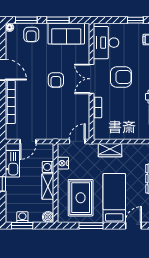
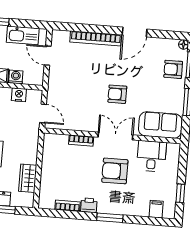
sofa: (66, 34) -> (160, 125), moved, turned 90
desk: (106, 43) -> (152, 156), width x0.73
armchair: (121, 77) -> (115, 171), turned 90
wardrobe: (110, 150) -> (28, 178), moved

